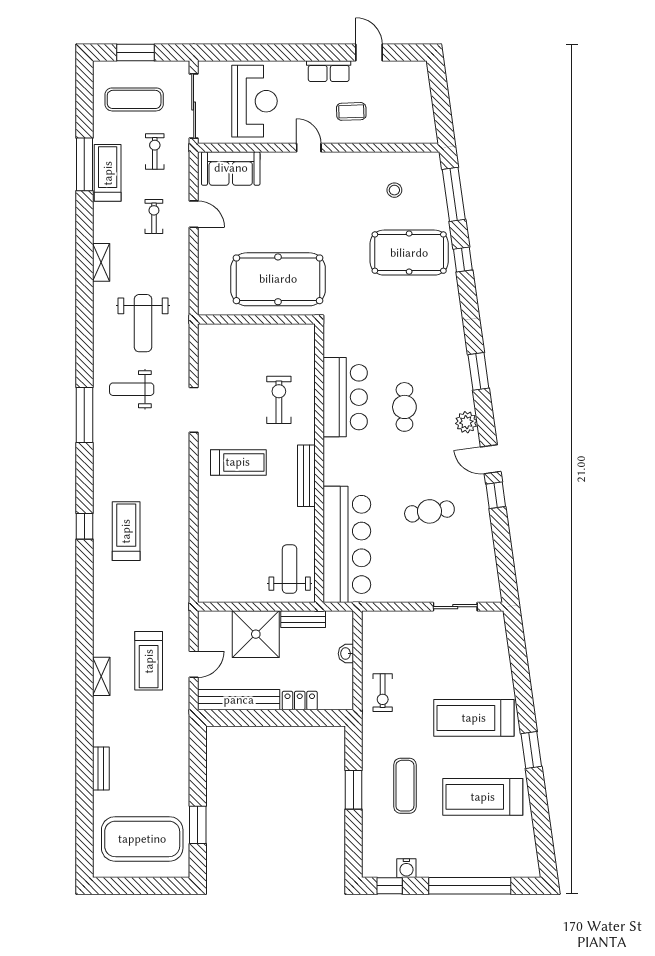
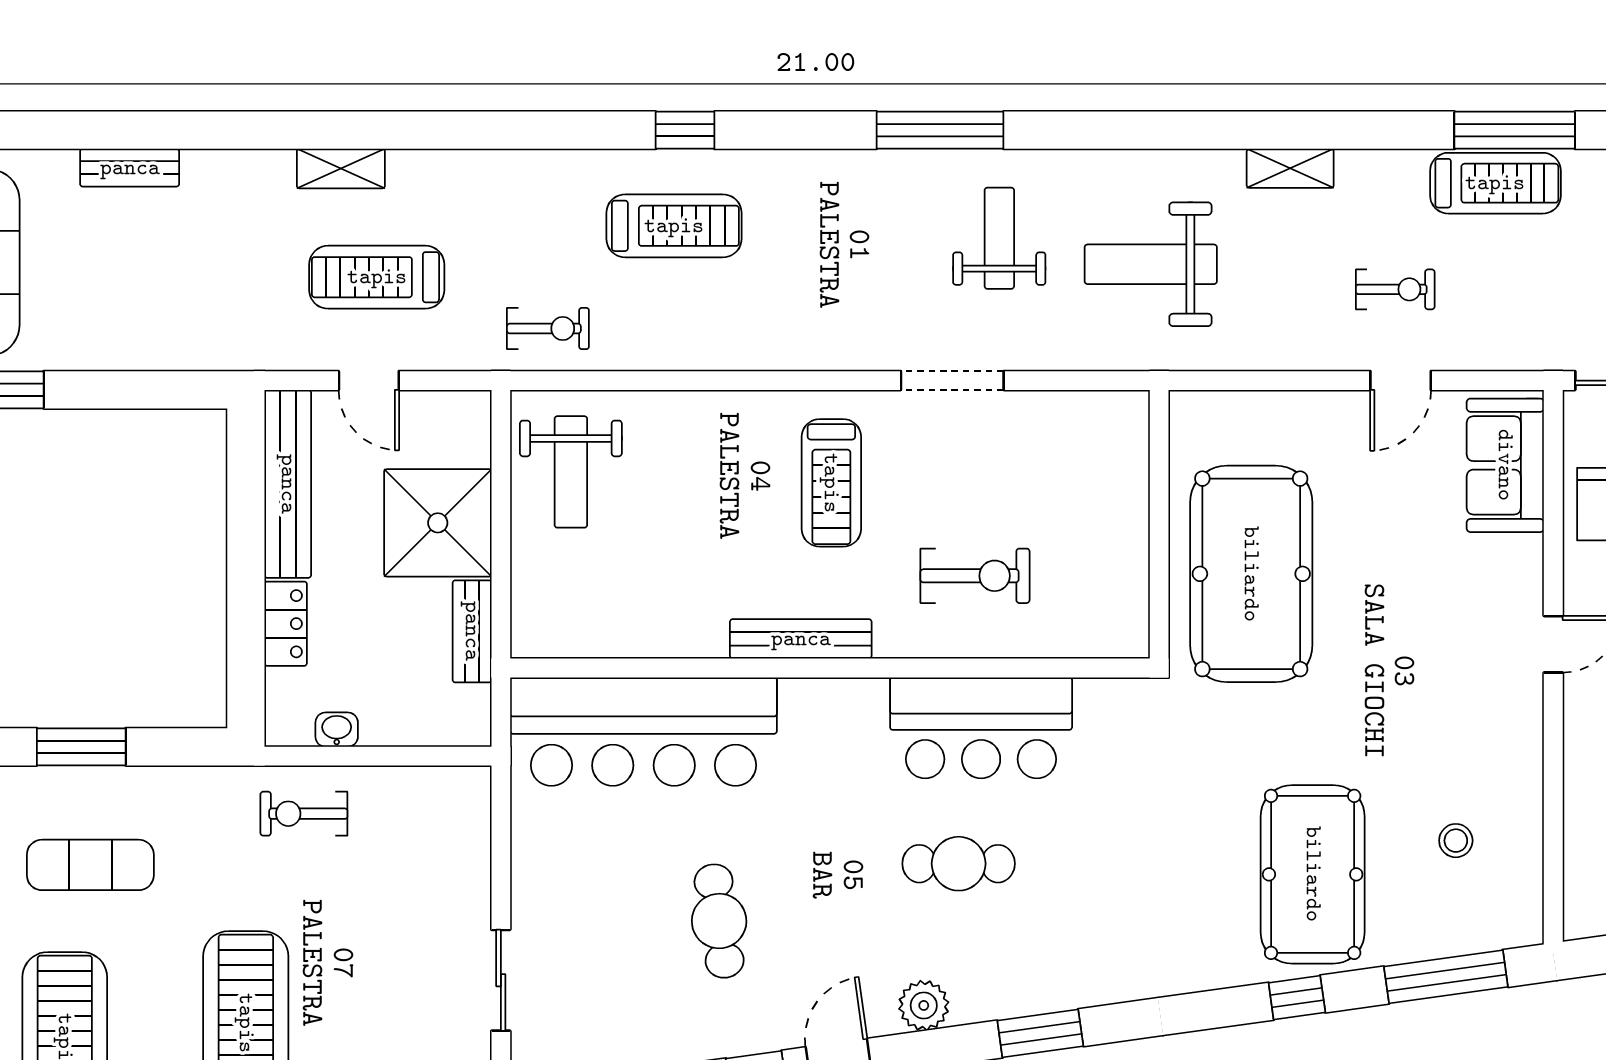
exercise bike: (155, 152) -> (548, 329), moved
weight bench: (290, 569) -> (571, 472), moved, turned 90
washbasin: (346, 654) -> (337, 730), moved

